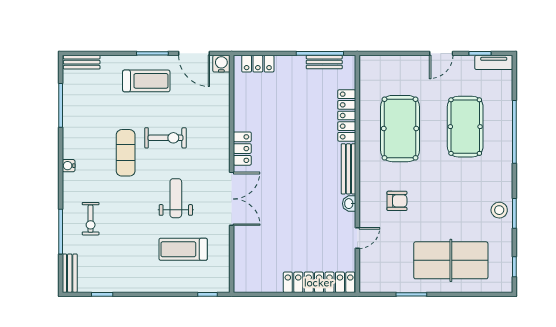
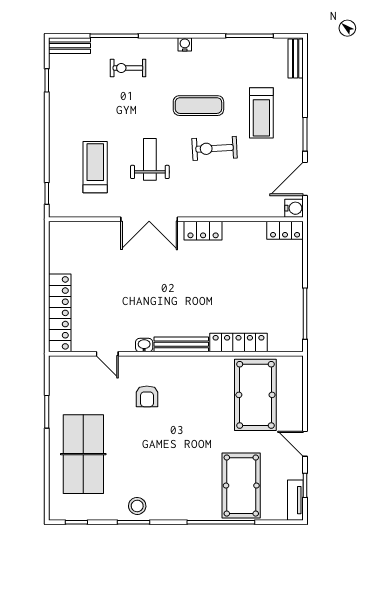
bench: (324, 62) -> (296, 318), removed
locker: (258, 64) -> (285, 230), moved, turned -90
treadmill: (146, 81) -> (261, 113), moved
pool table: (465, 127) -> (241, 486), moved, turned 90
pool table: (400, 129) -> (255, 395), moved, turned 90
exercise bike: (166, 138) -> (215, 148), turned 87
weight bench: (176, 198) -> (150, 159), turned -90

